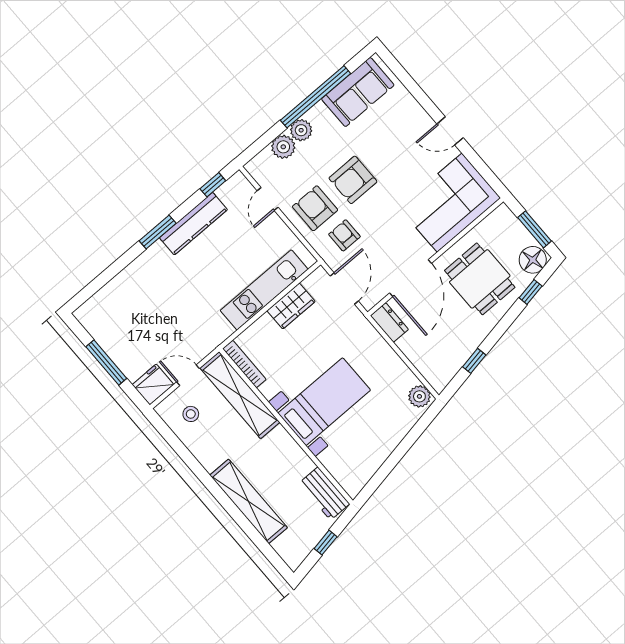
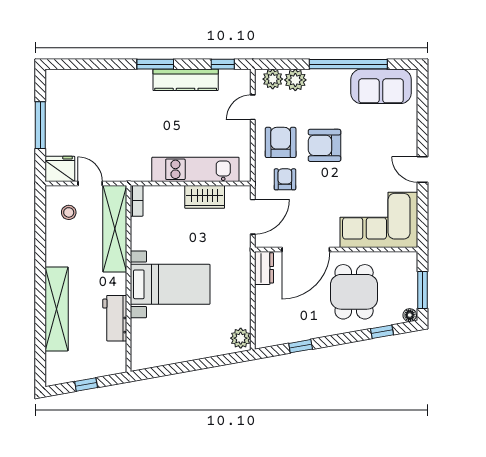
plant: (301, 130) -> (273, 79), moved
floor lamp: (533, 260) -> (410, 315), width x0.53, depth x0.53
bookcase: (244, 364) -> (137, 201), width x0.64
workbench: (324, 493) -> (115, 318), moved

